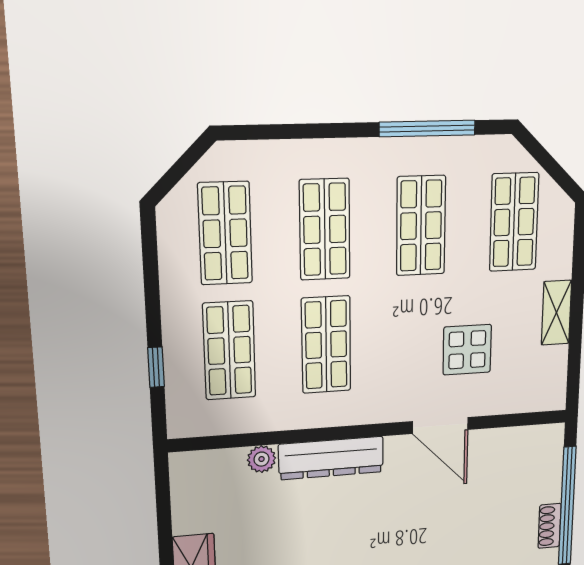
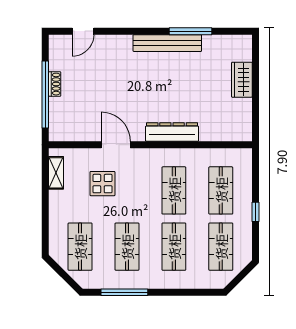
shelving: (556, 313) -> (56, 173), moved
window: (156, 367) -> (256, 212), moved
plant: (261, 459) -> (207, 134), removed

